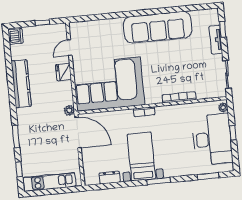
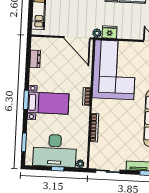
fridge: (64, 72) -> (110, 32), moved
door: (78, 133) -> (77, 38), hinge flipped
bed with nightstands: (141, 156) -> (48, 103), moved

